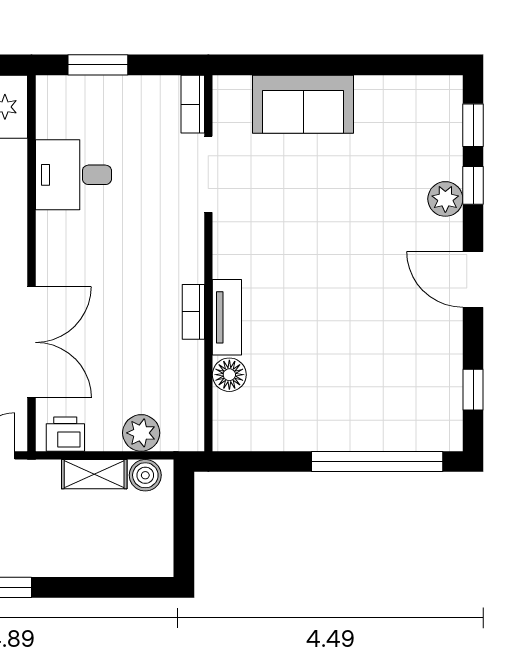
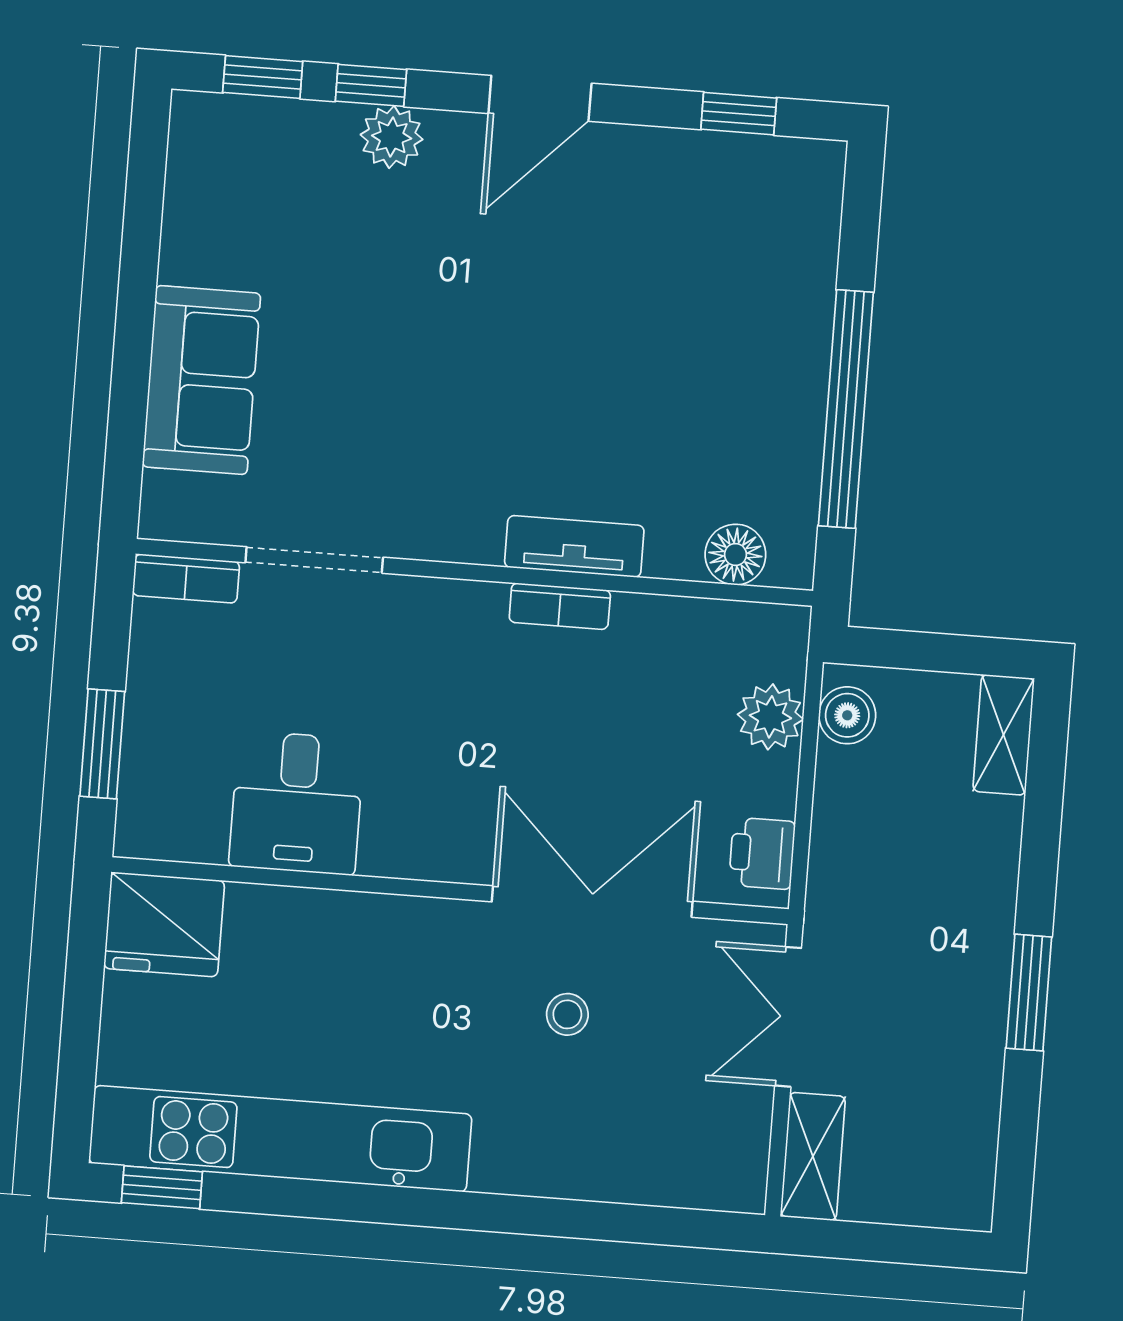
floor lamp: (229, 375) -> (735, 555), moved
window: (377, 461) -> (846, 409), moved
shelving: (94, 474) -> (1004, 735), moved

